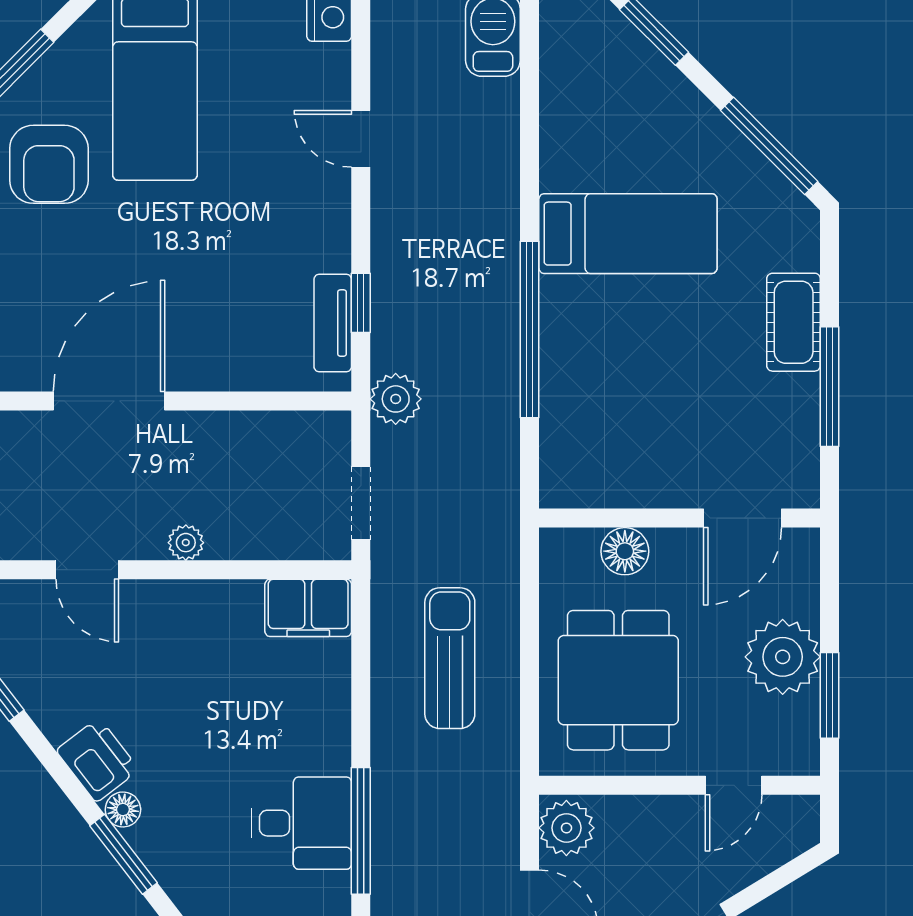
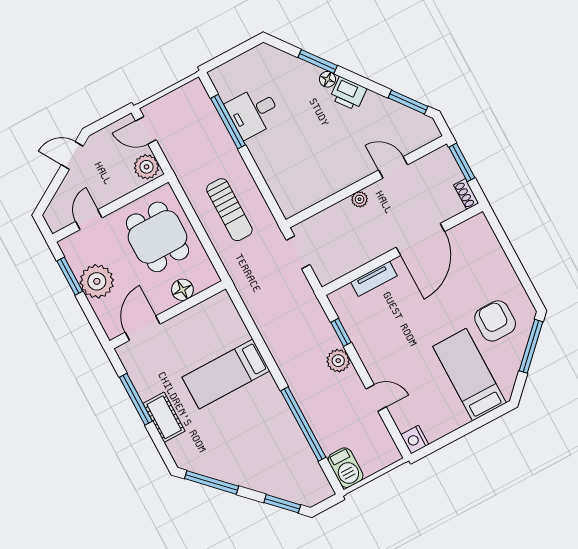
bed: (628, 234) -> (226, 374), moved
tv unit: (333, 323) -> (374, 279), moved, turned 90
window: (530, 329) -> (303, 424), moved
plant: (396, 399) -> (338, 361), moved
filing cabinet: (308, 608) -> (297, 199), removed

